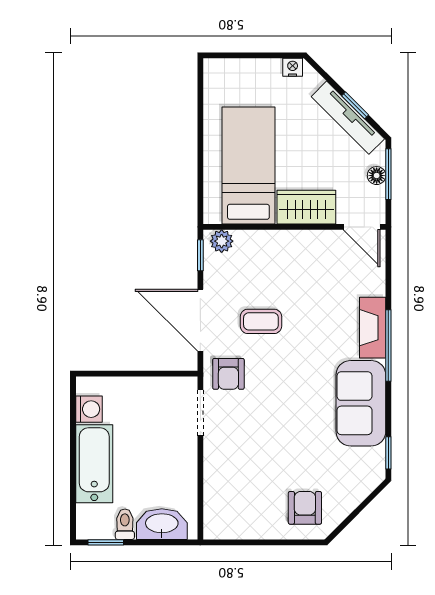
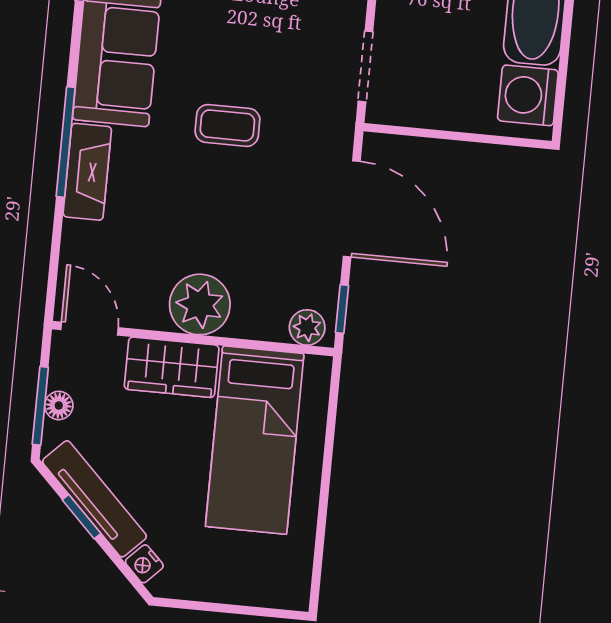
nightstand: (293, 67) -> (144, 564), moved, turned 45
plant: (292, 249) -> (200, 304), added
coffee table: (261, 321) -> (227, 125), moved
armchair: (228, 374) -> (316, 122), removed
washing machine: (89, 409) -> (528, 95), width x1.38, depth x1.38

